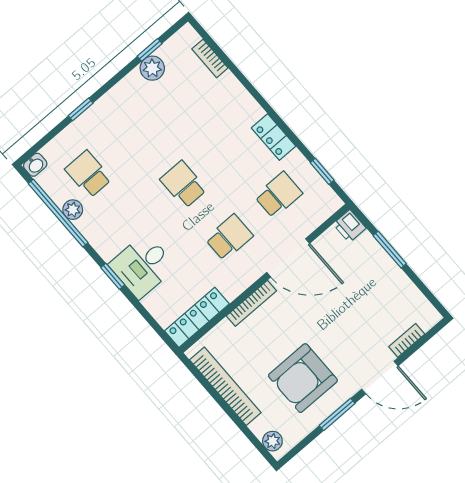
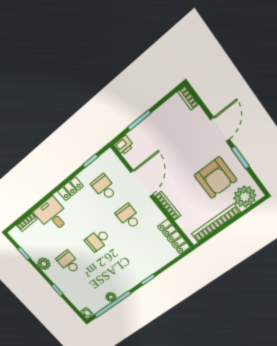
plant: (152, 68) -> (44, 264), moved
school desk: (88, 174) -> (69, 262), moved, turned 90
desk: (142, 266) -> (52, 215), moved, turned 180
bookcase: (407, 340) -> (188, 98), moved
plant: (272, 441) -> (245, 197), width x1.87, depth x1.87

